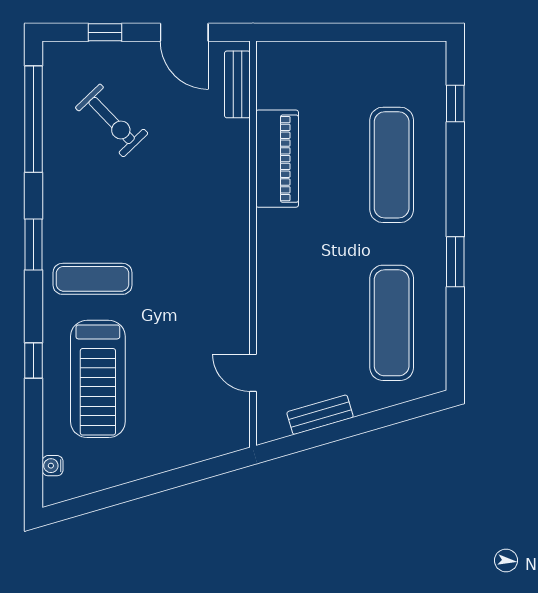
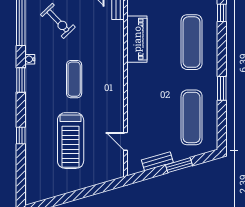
exercise mat: (93, 279) -> (74, 79), moved, turned 90
treadmill: (98, 379) -> (71, 141), moved
window: (365, 423) -> (179, 165), added
water cooler: (53, 466) -> (30, 59), moved

